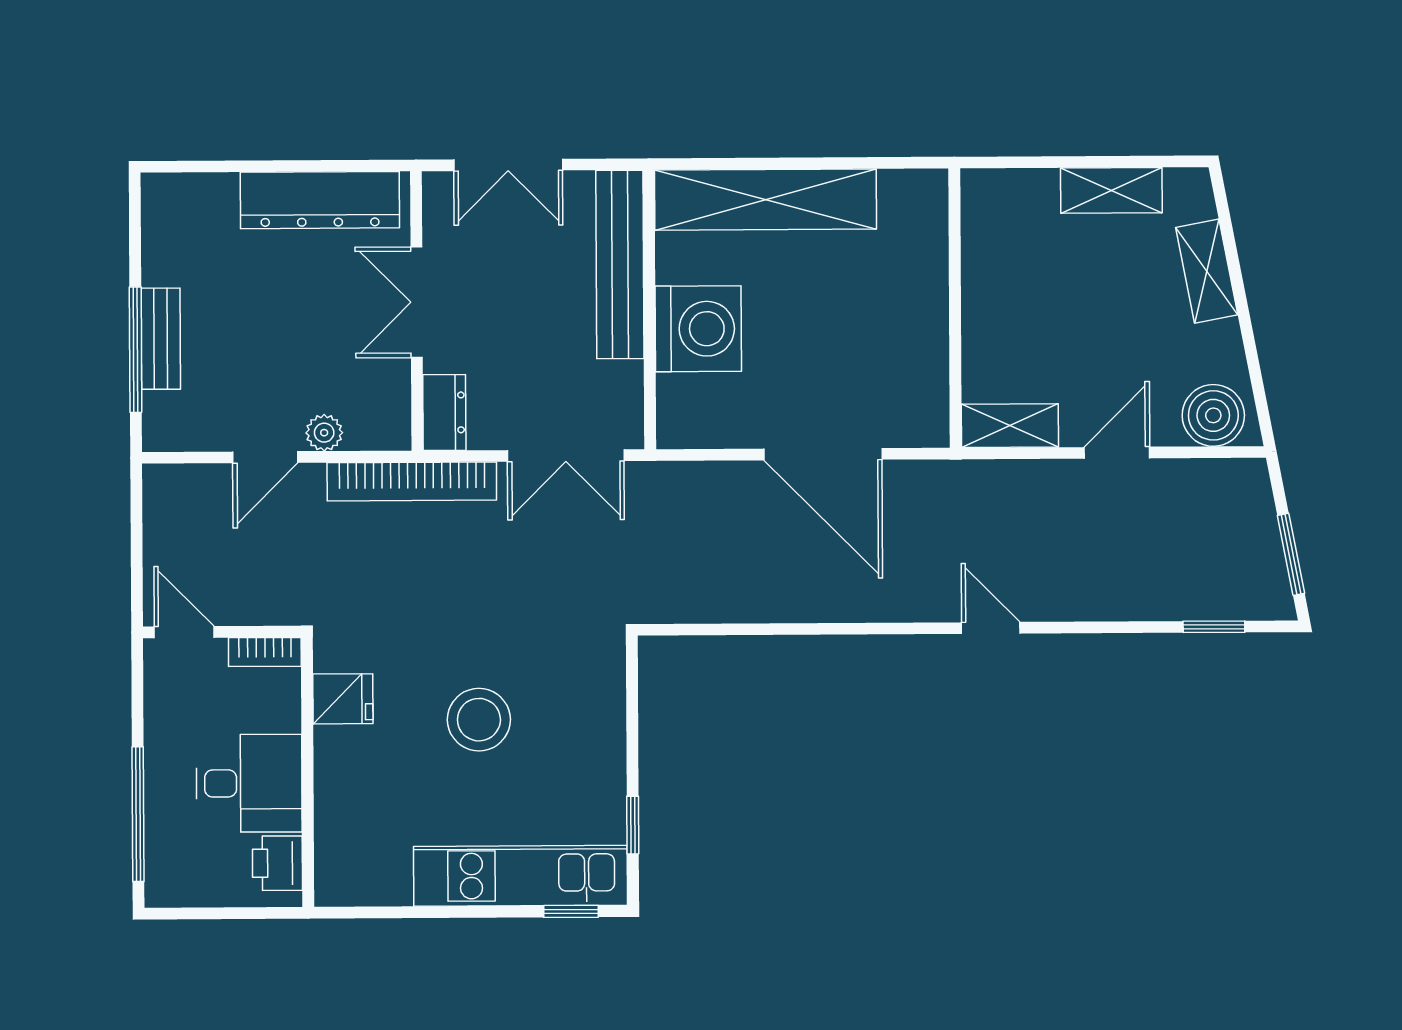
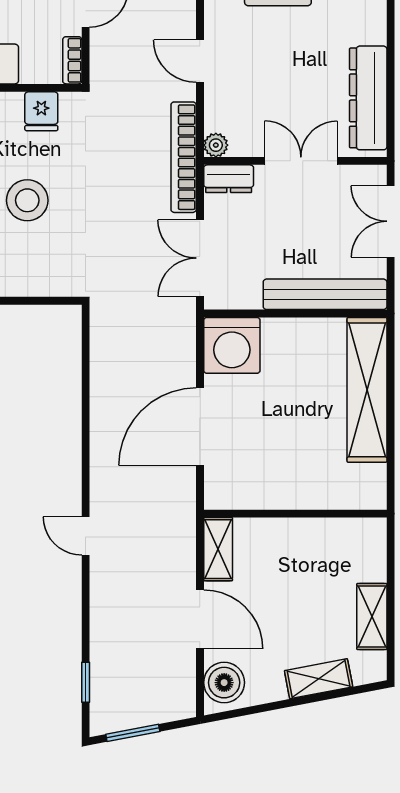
washing machine: (698, 329) -> (232, 345), moved
plant: (324, 433) -> (216, 145), moved
door: (1117, 453) -> (200, 619), width x1.38
door: (991, 628) -> (86, 536), swing flipped

